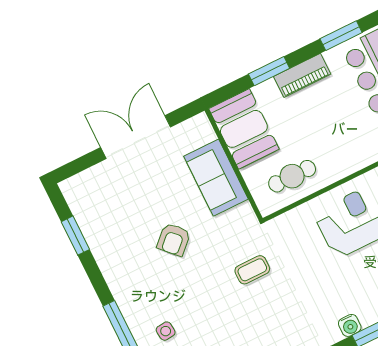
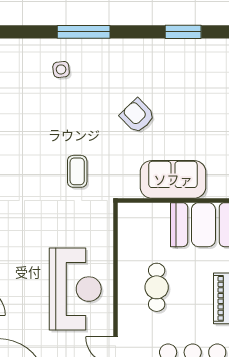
cafe table: (292, 176) -> (157, 287), moved

